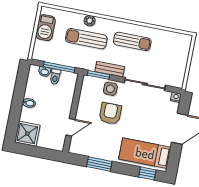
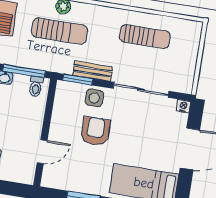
sun lounger: (86, 39) -> (60, 31), turned 180
sun lounger: (132, 41) -> (145, 37), moved
toilet: (55, 77) -> (36, 87), moved

